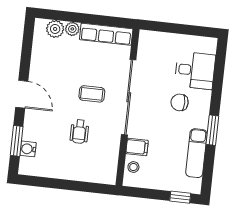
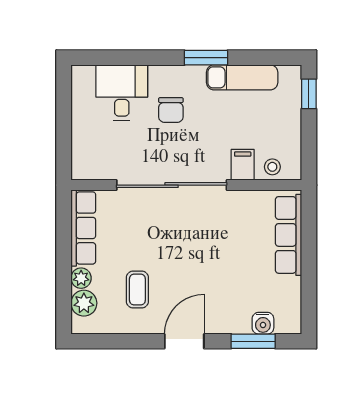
coffee table: (92, 94) -> (137, 290), moved
wheelchair: (79, 131) -> (229, 251), removed
row of seats: (86, 173) -> (289, 235), added

